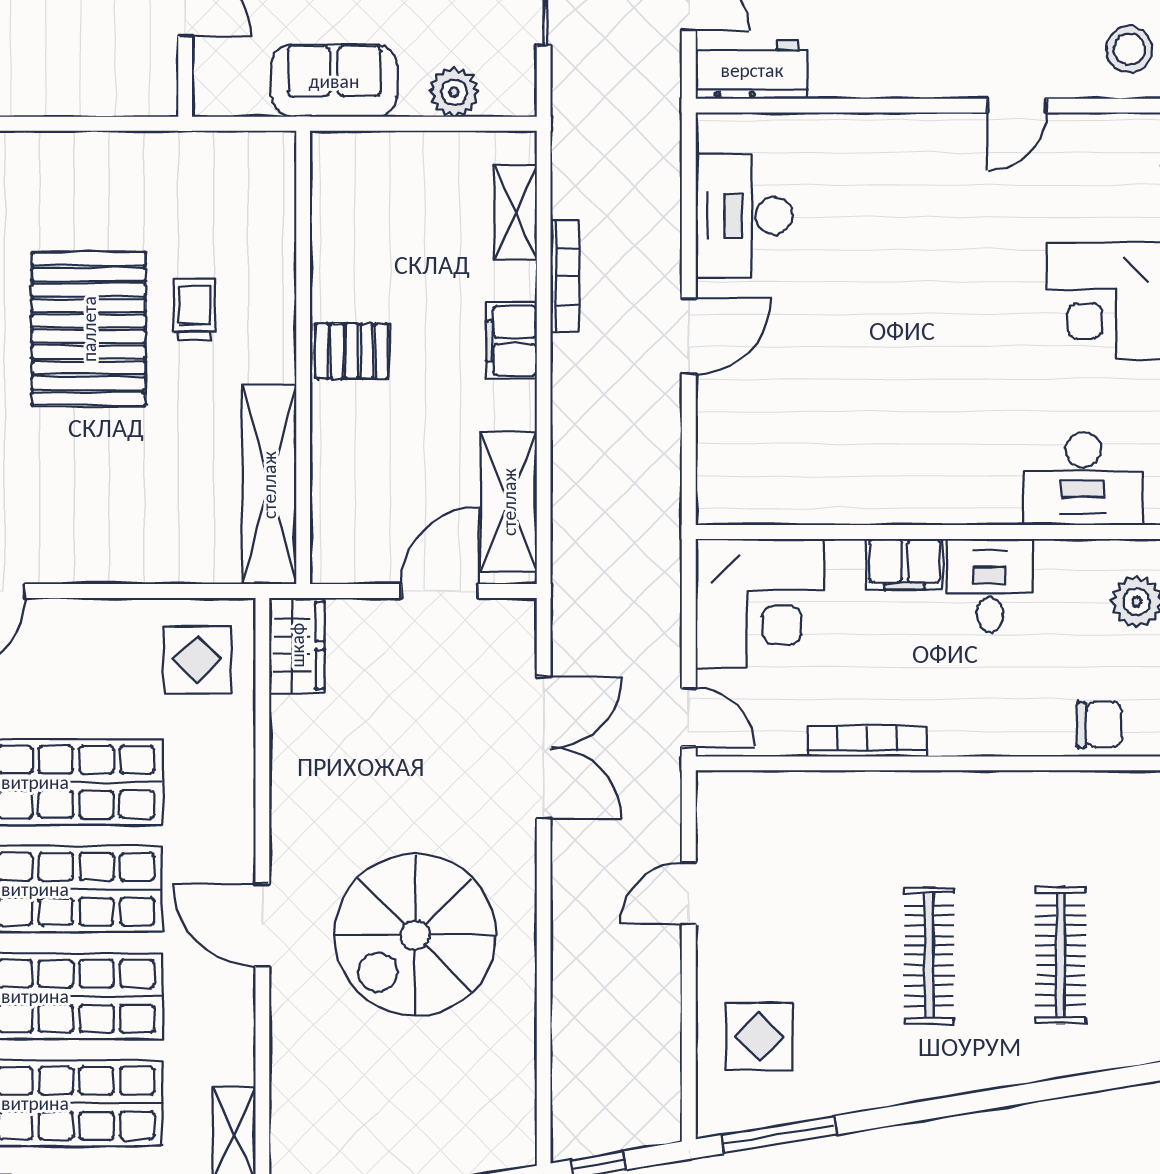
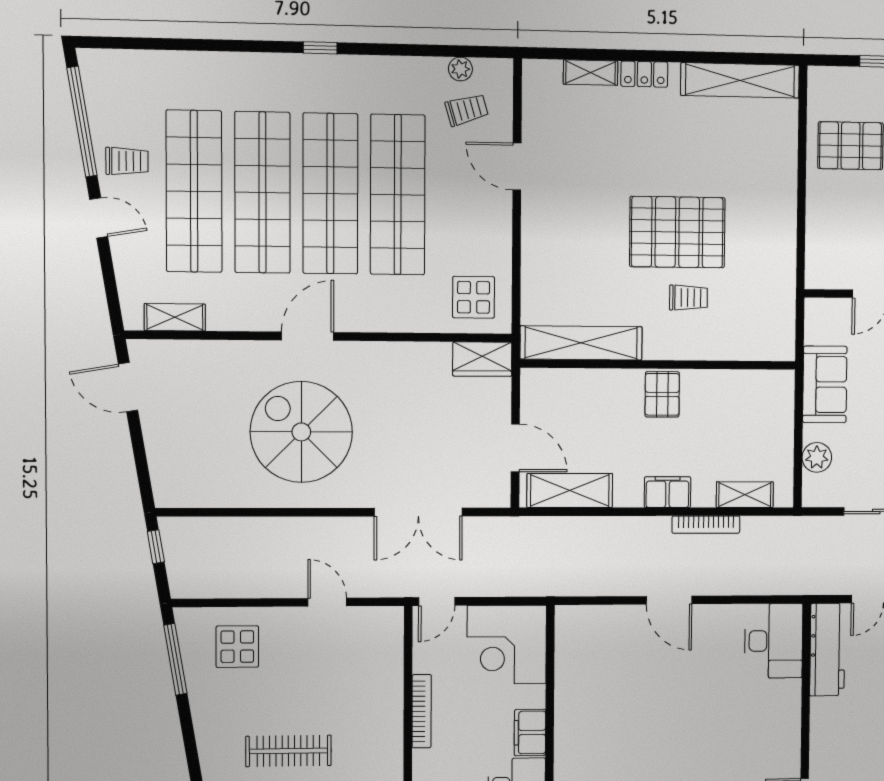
workbench: (752, 70) -> (827, 650), width x1.38
desk: (744, 216) -> (774, 641), moved, turned 90

